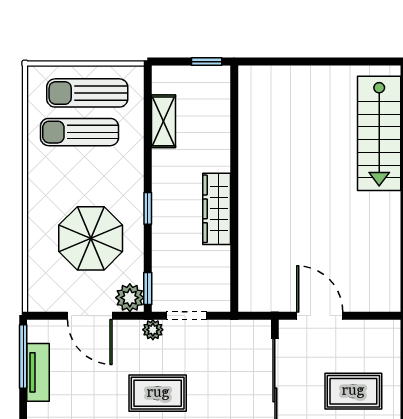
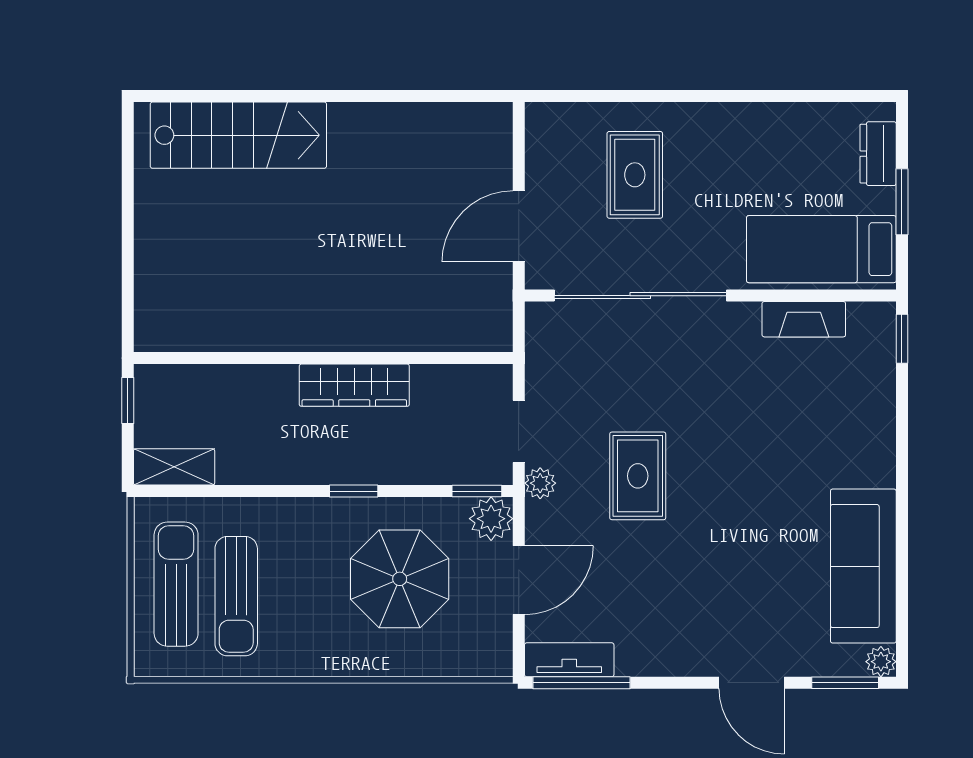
sun lounger: (87, 93) -> (176, 584), turned 180
shelving: (163, 121) -> (174, 467), moved
tv unit: (38, 372) -> (569, 660), moved

